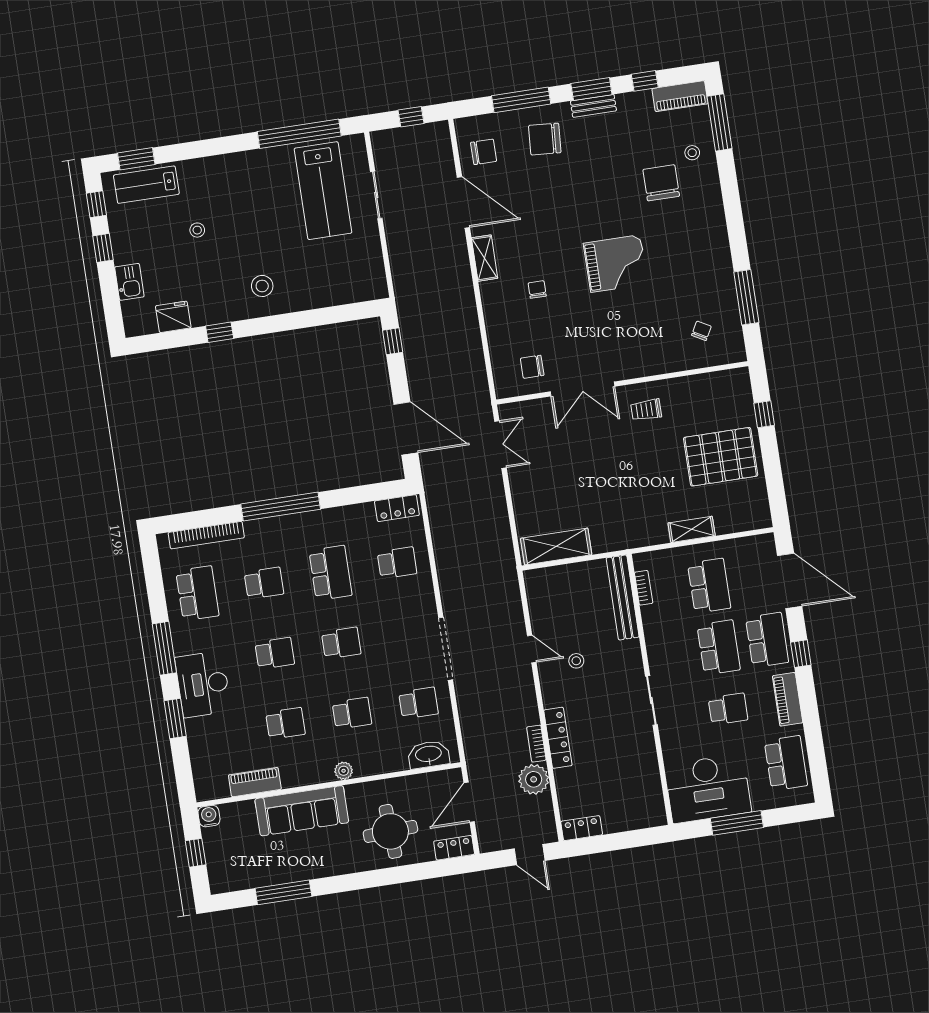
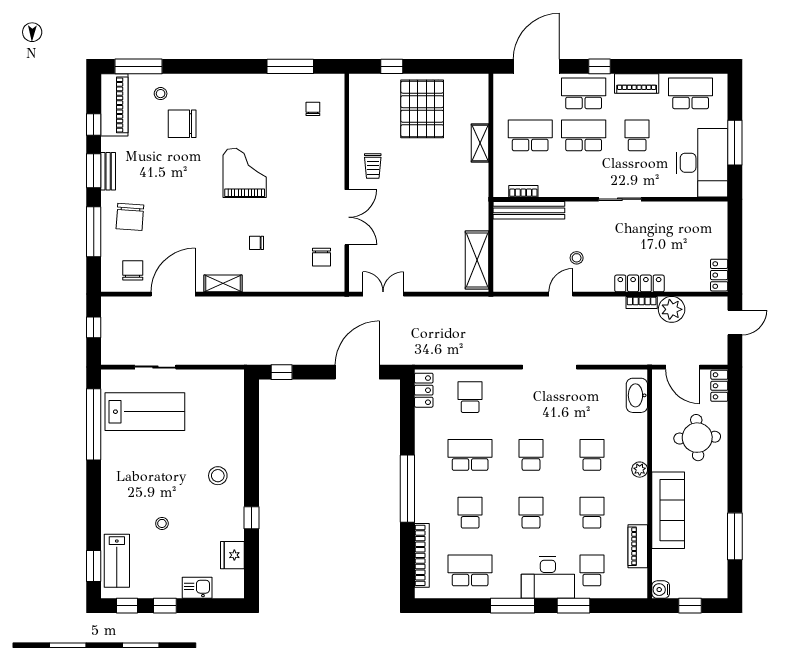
piano: (680, 96) -> (114, 105), width x1.37, depth x1.33
chair: (701, 331) -> (313, 109), turned 61
school desk: (418, 703) -> (592, 570), moved

